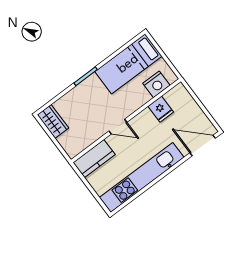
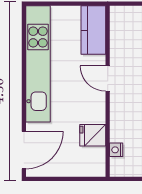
nightstand: (156, 84) -> (116, 150), width x0.53, depth x0.56
door: (118, 127) -> (108, 78), hinge flipped

